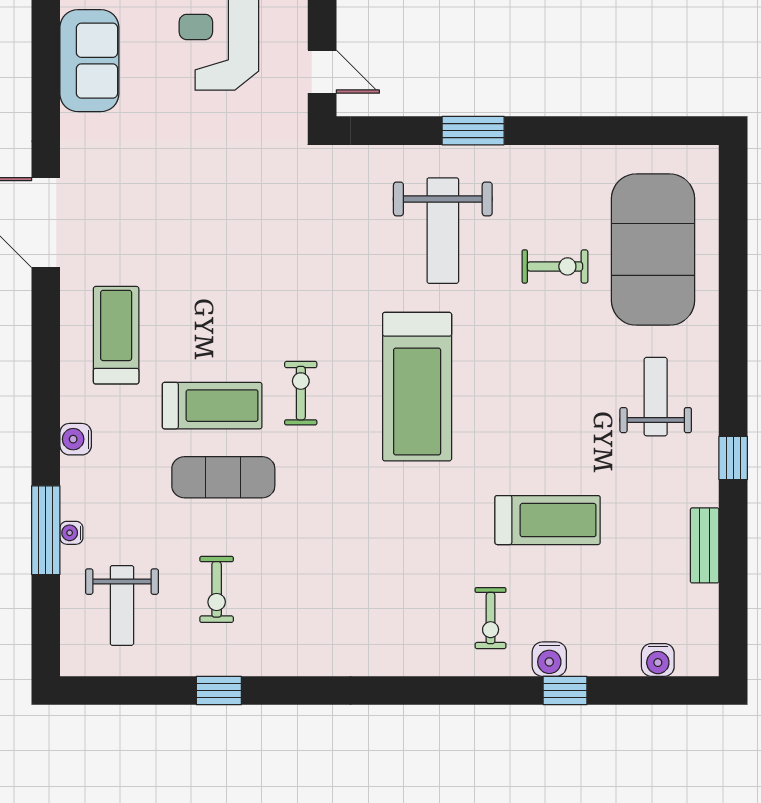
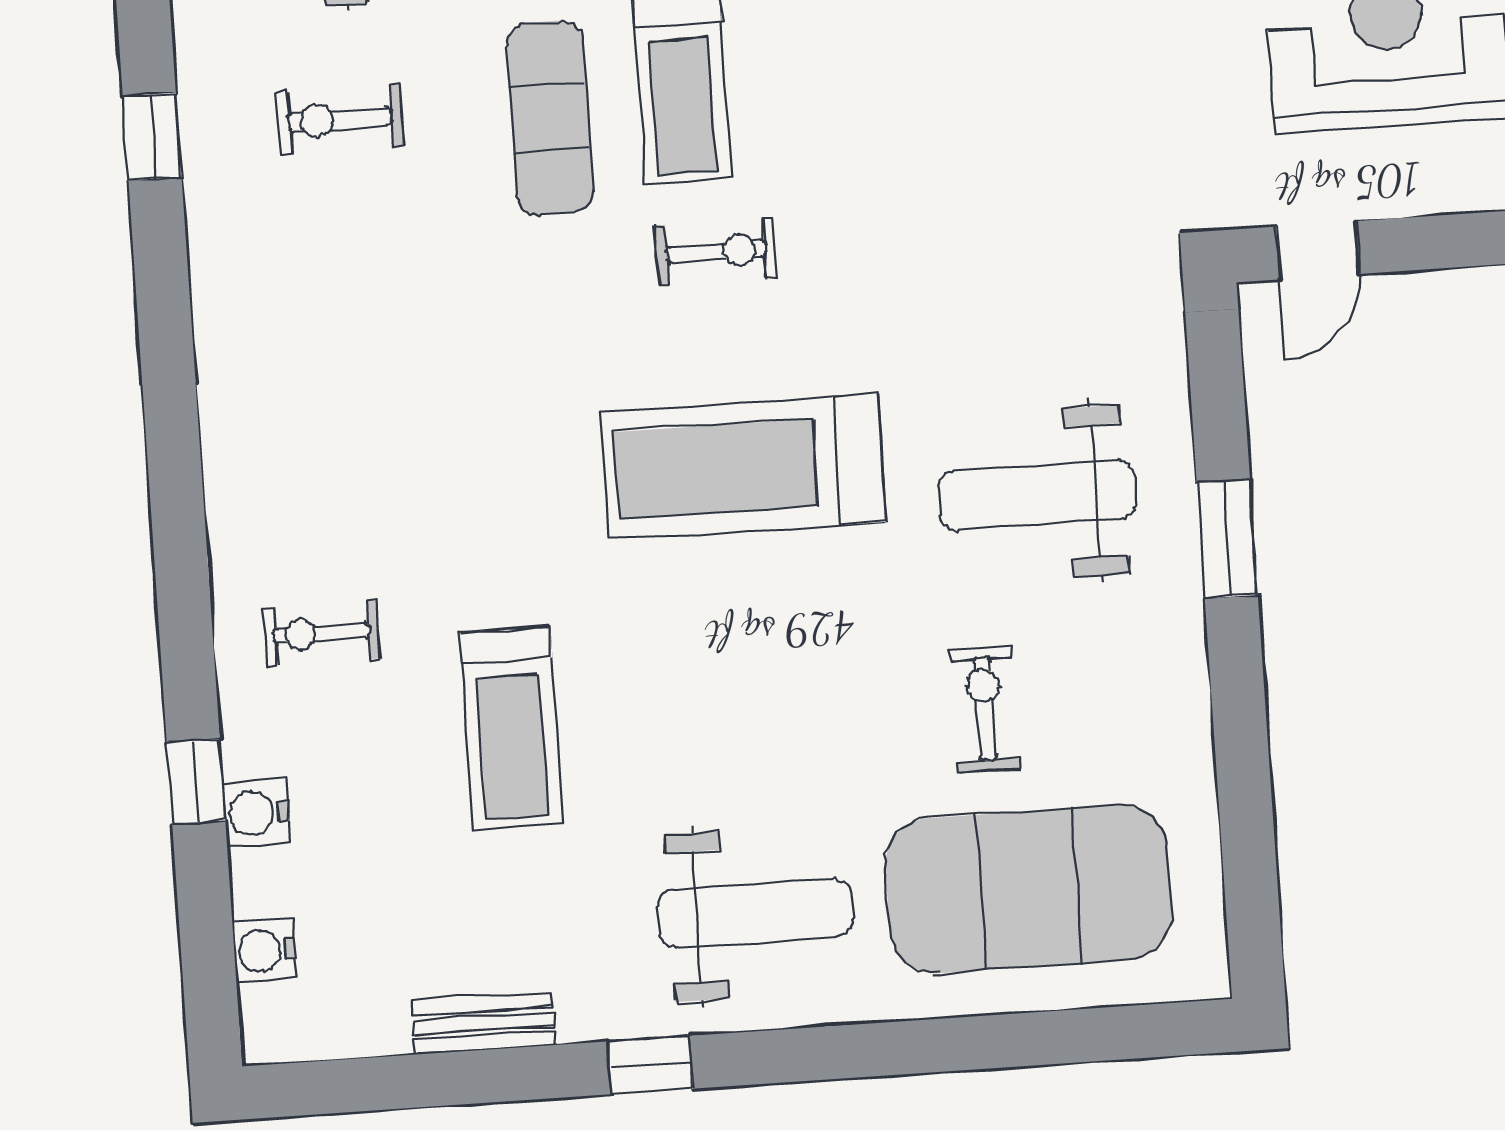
exercise bike: (555, 266) -> (985, 709), turned 180
weight bench: (656, 397) -> (755, 913), width x1.36, depth x1.33
water cooler: (549, 659) -> (257, 813), moved

